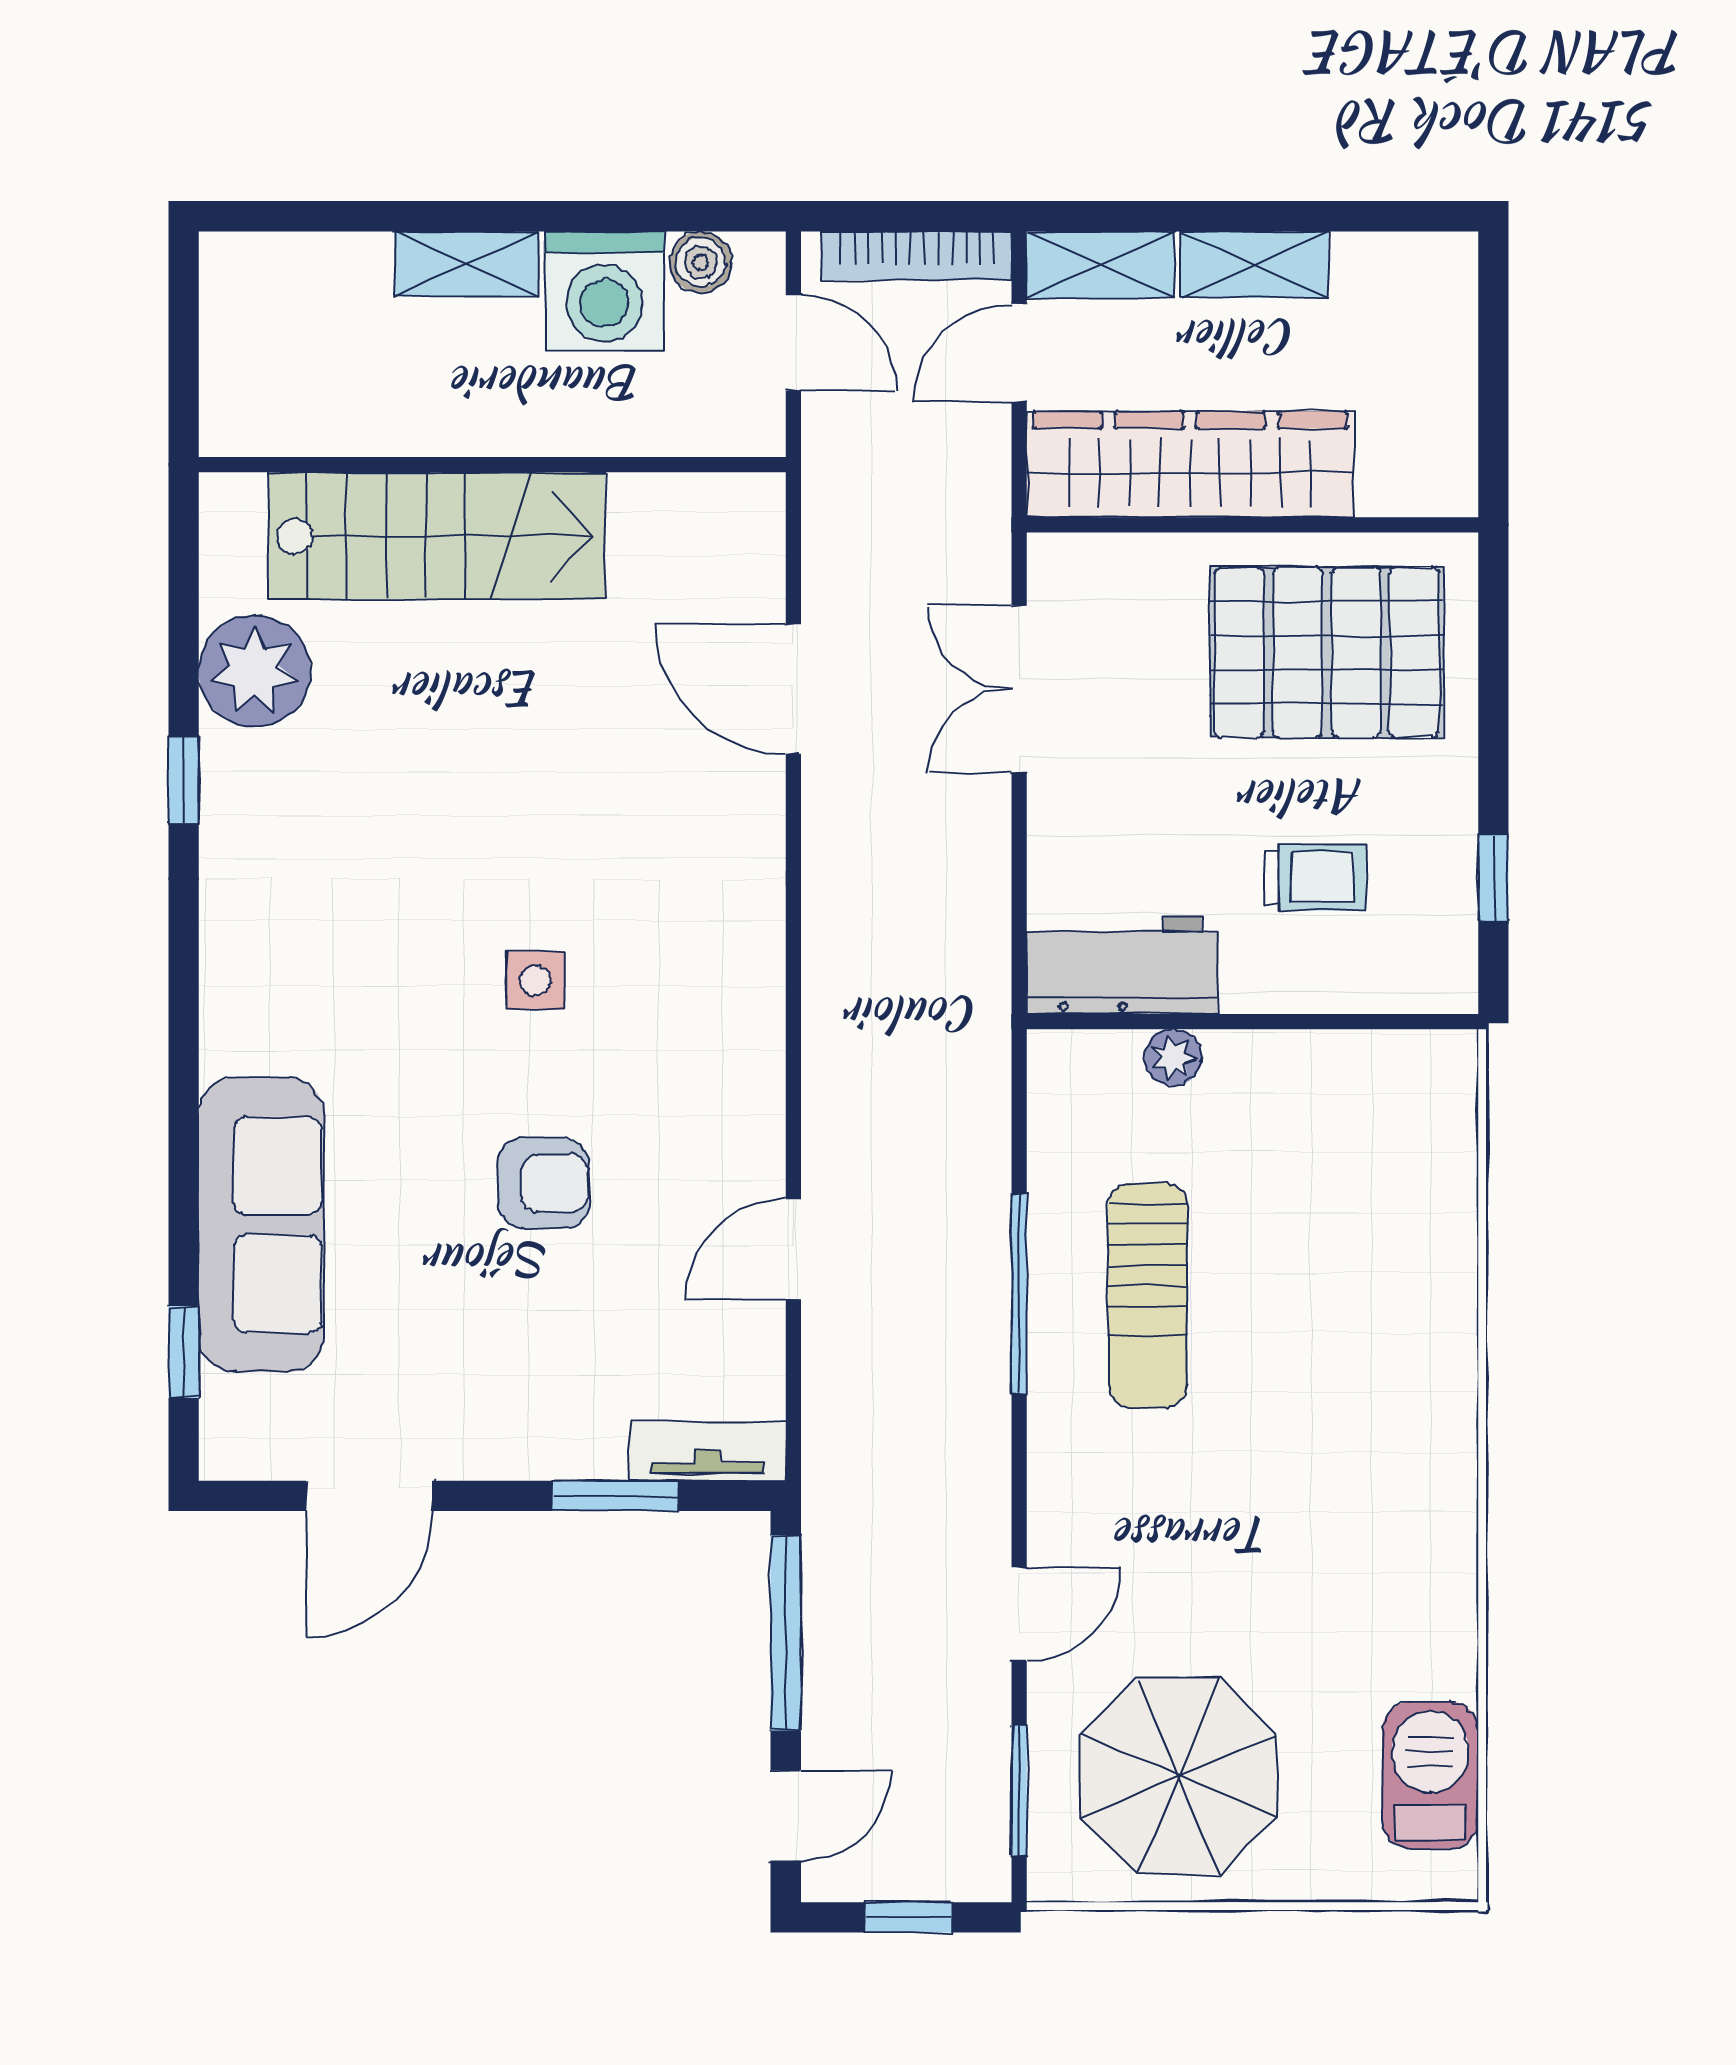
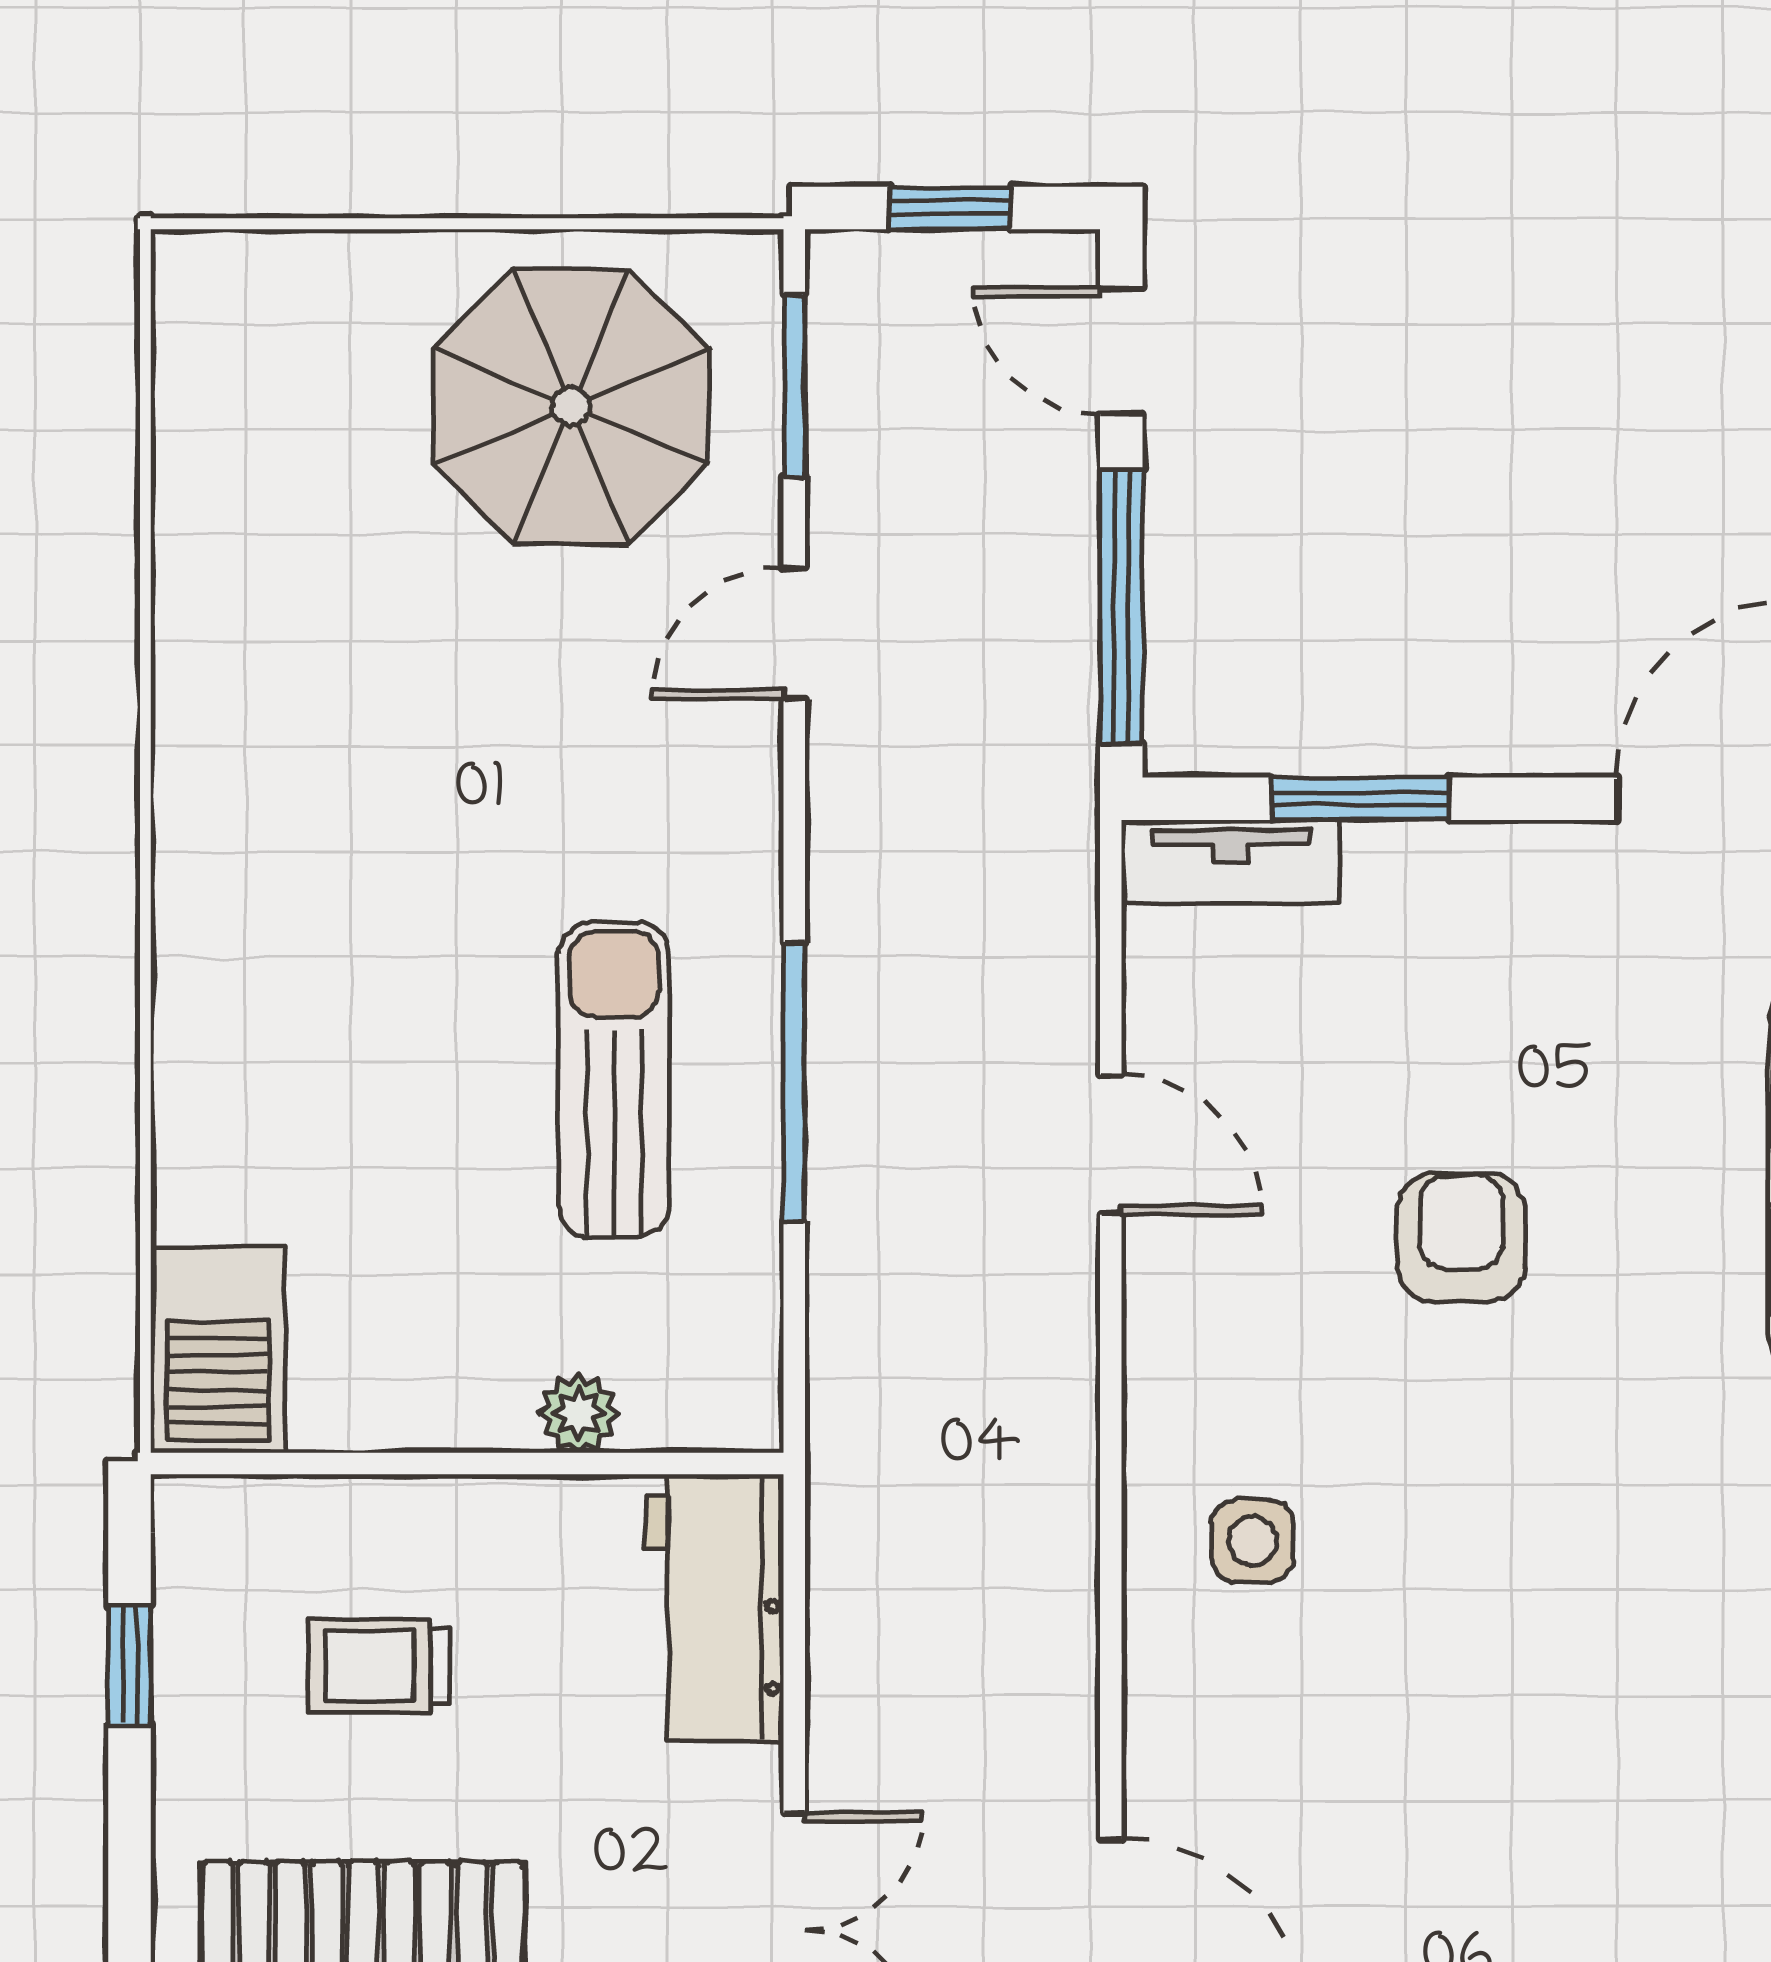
workbench: (1122, 965) -> (715, 1607), moved, turned 90
side table: (535, 981) -> (1252, 1541), moved
armchair: (543, 1183) -> (1461, 1237), turned 90
door: (793, 1249) -> (1111, 1145), hinge flipped
barbecue: (1430, 1775) -> (218, 1350), moved
door: (786, 1816) -> (1121, 351), hinge flipped

